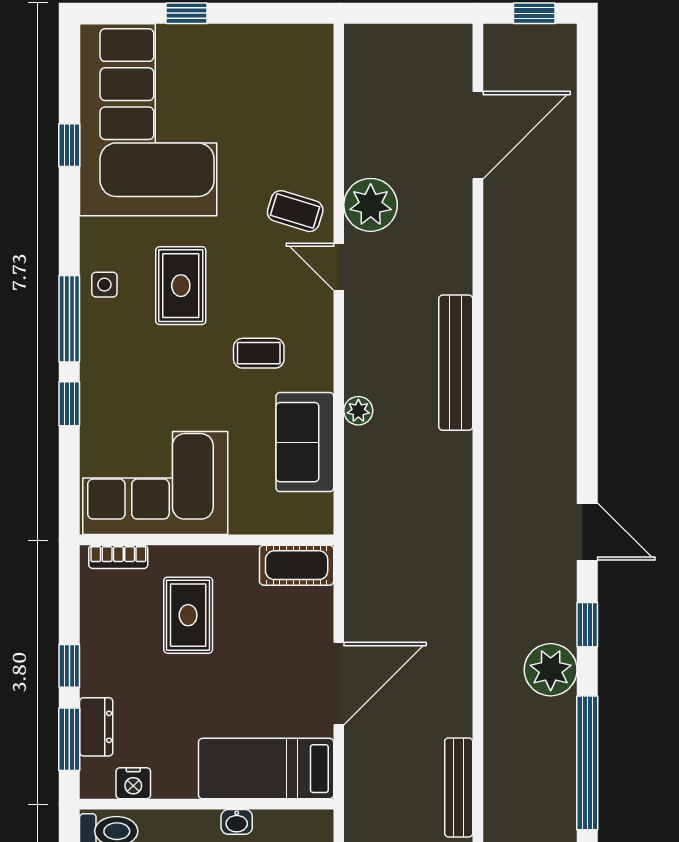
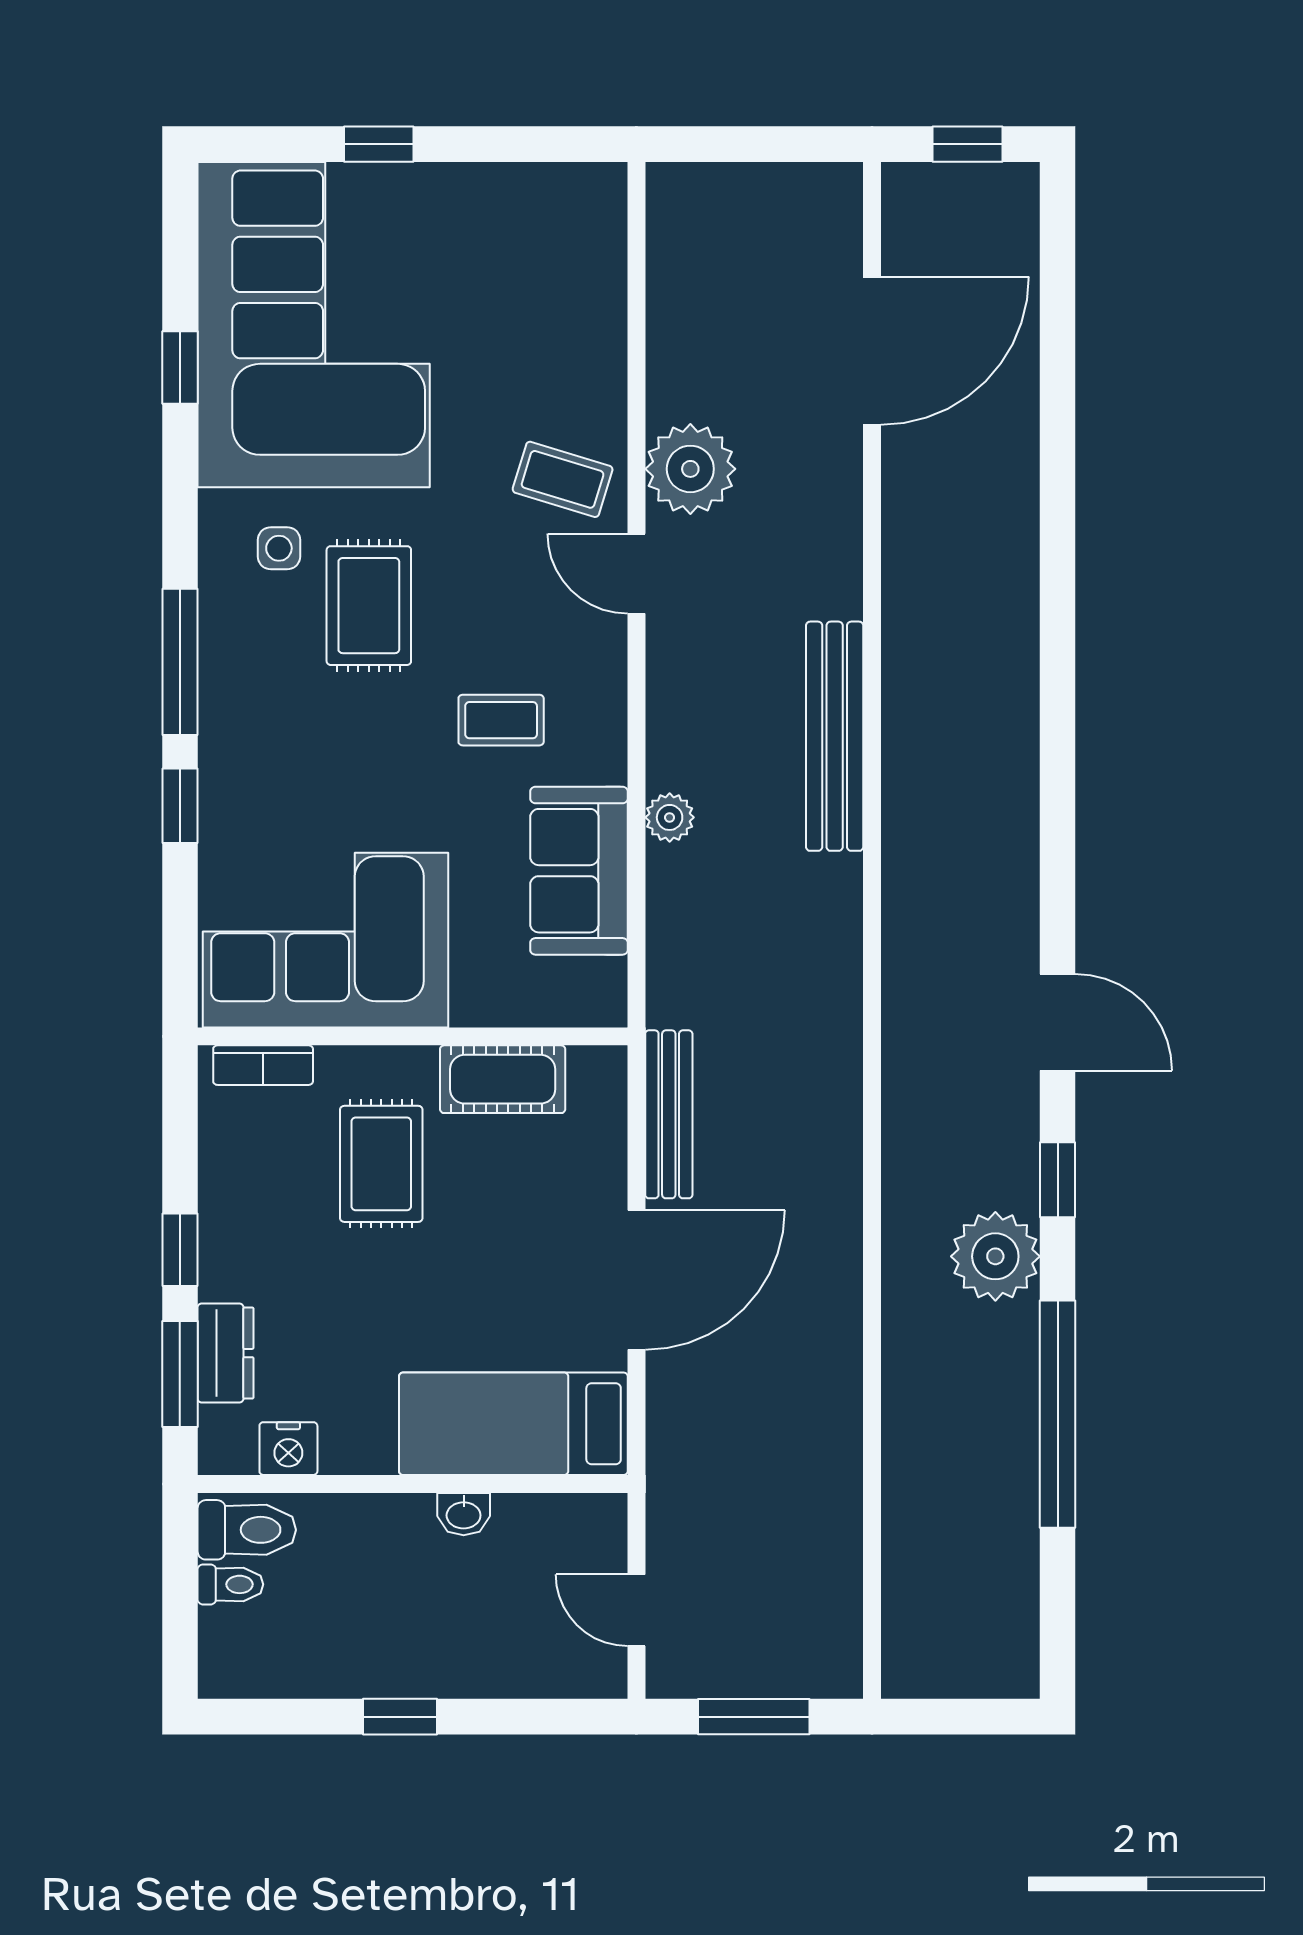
side table: (104, 285) -> (279, 548), moved
cot: (297, 565) -> (503, 1079), moved
bench: (459, 787) -> (669, 1114), moved

